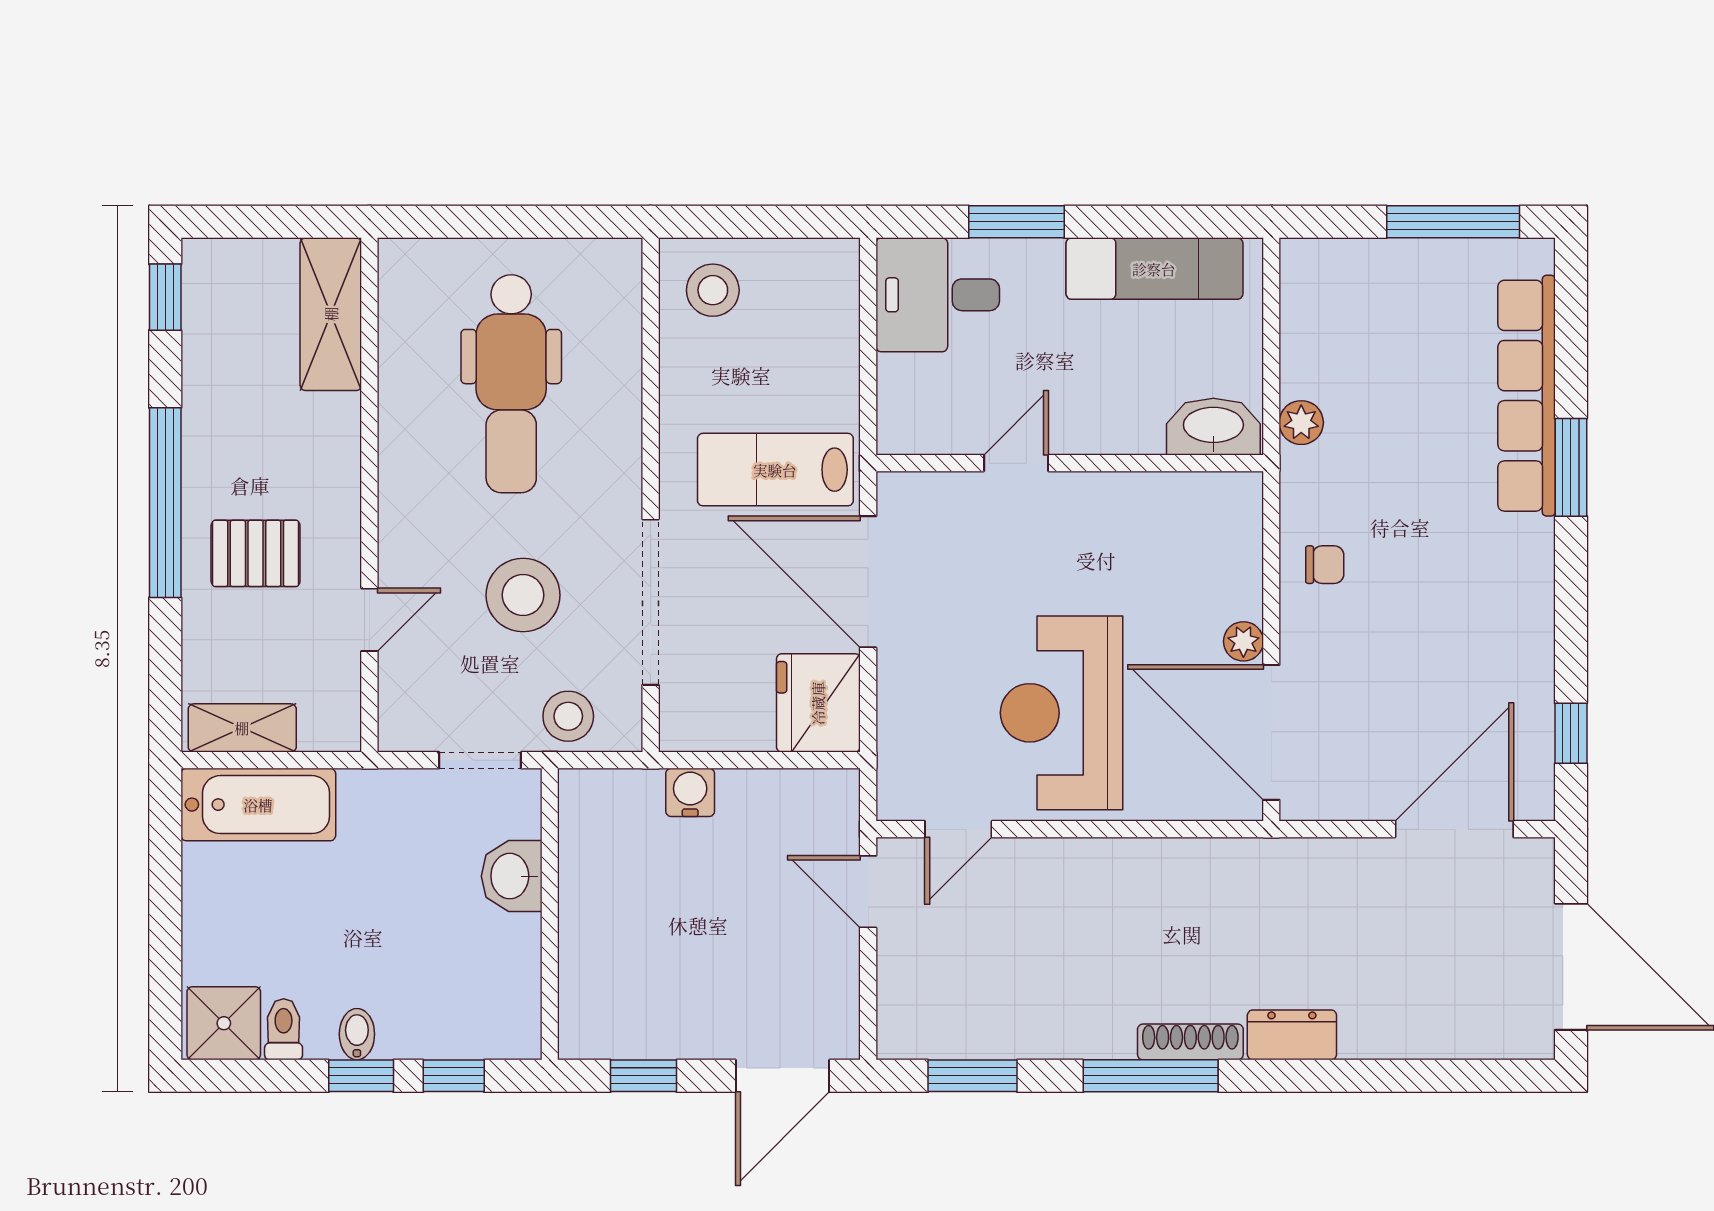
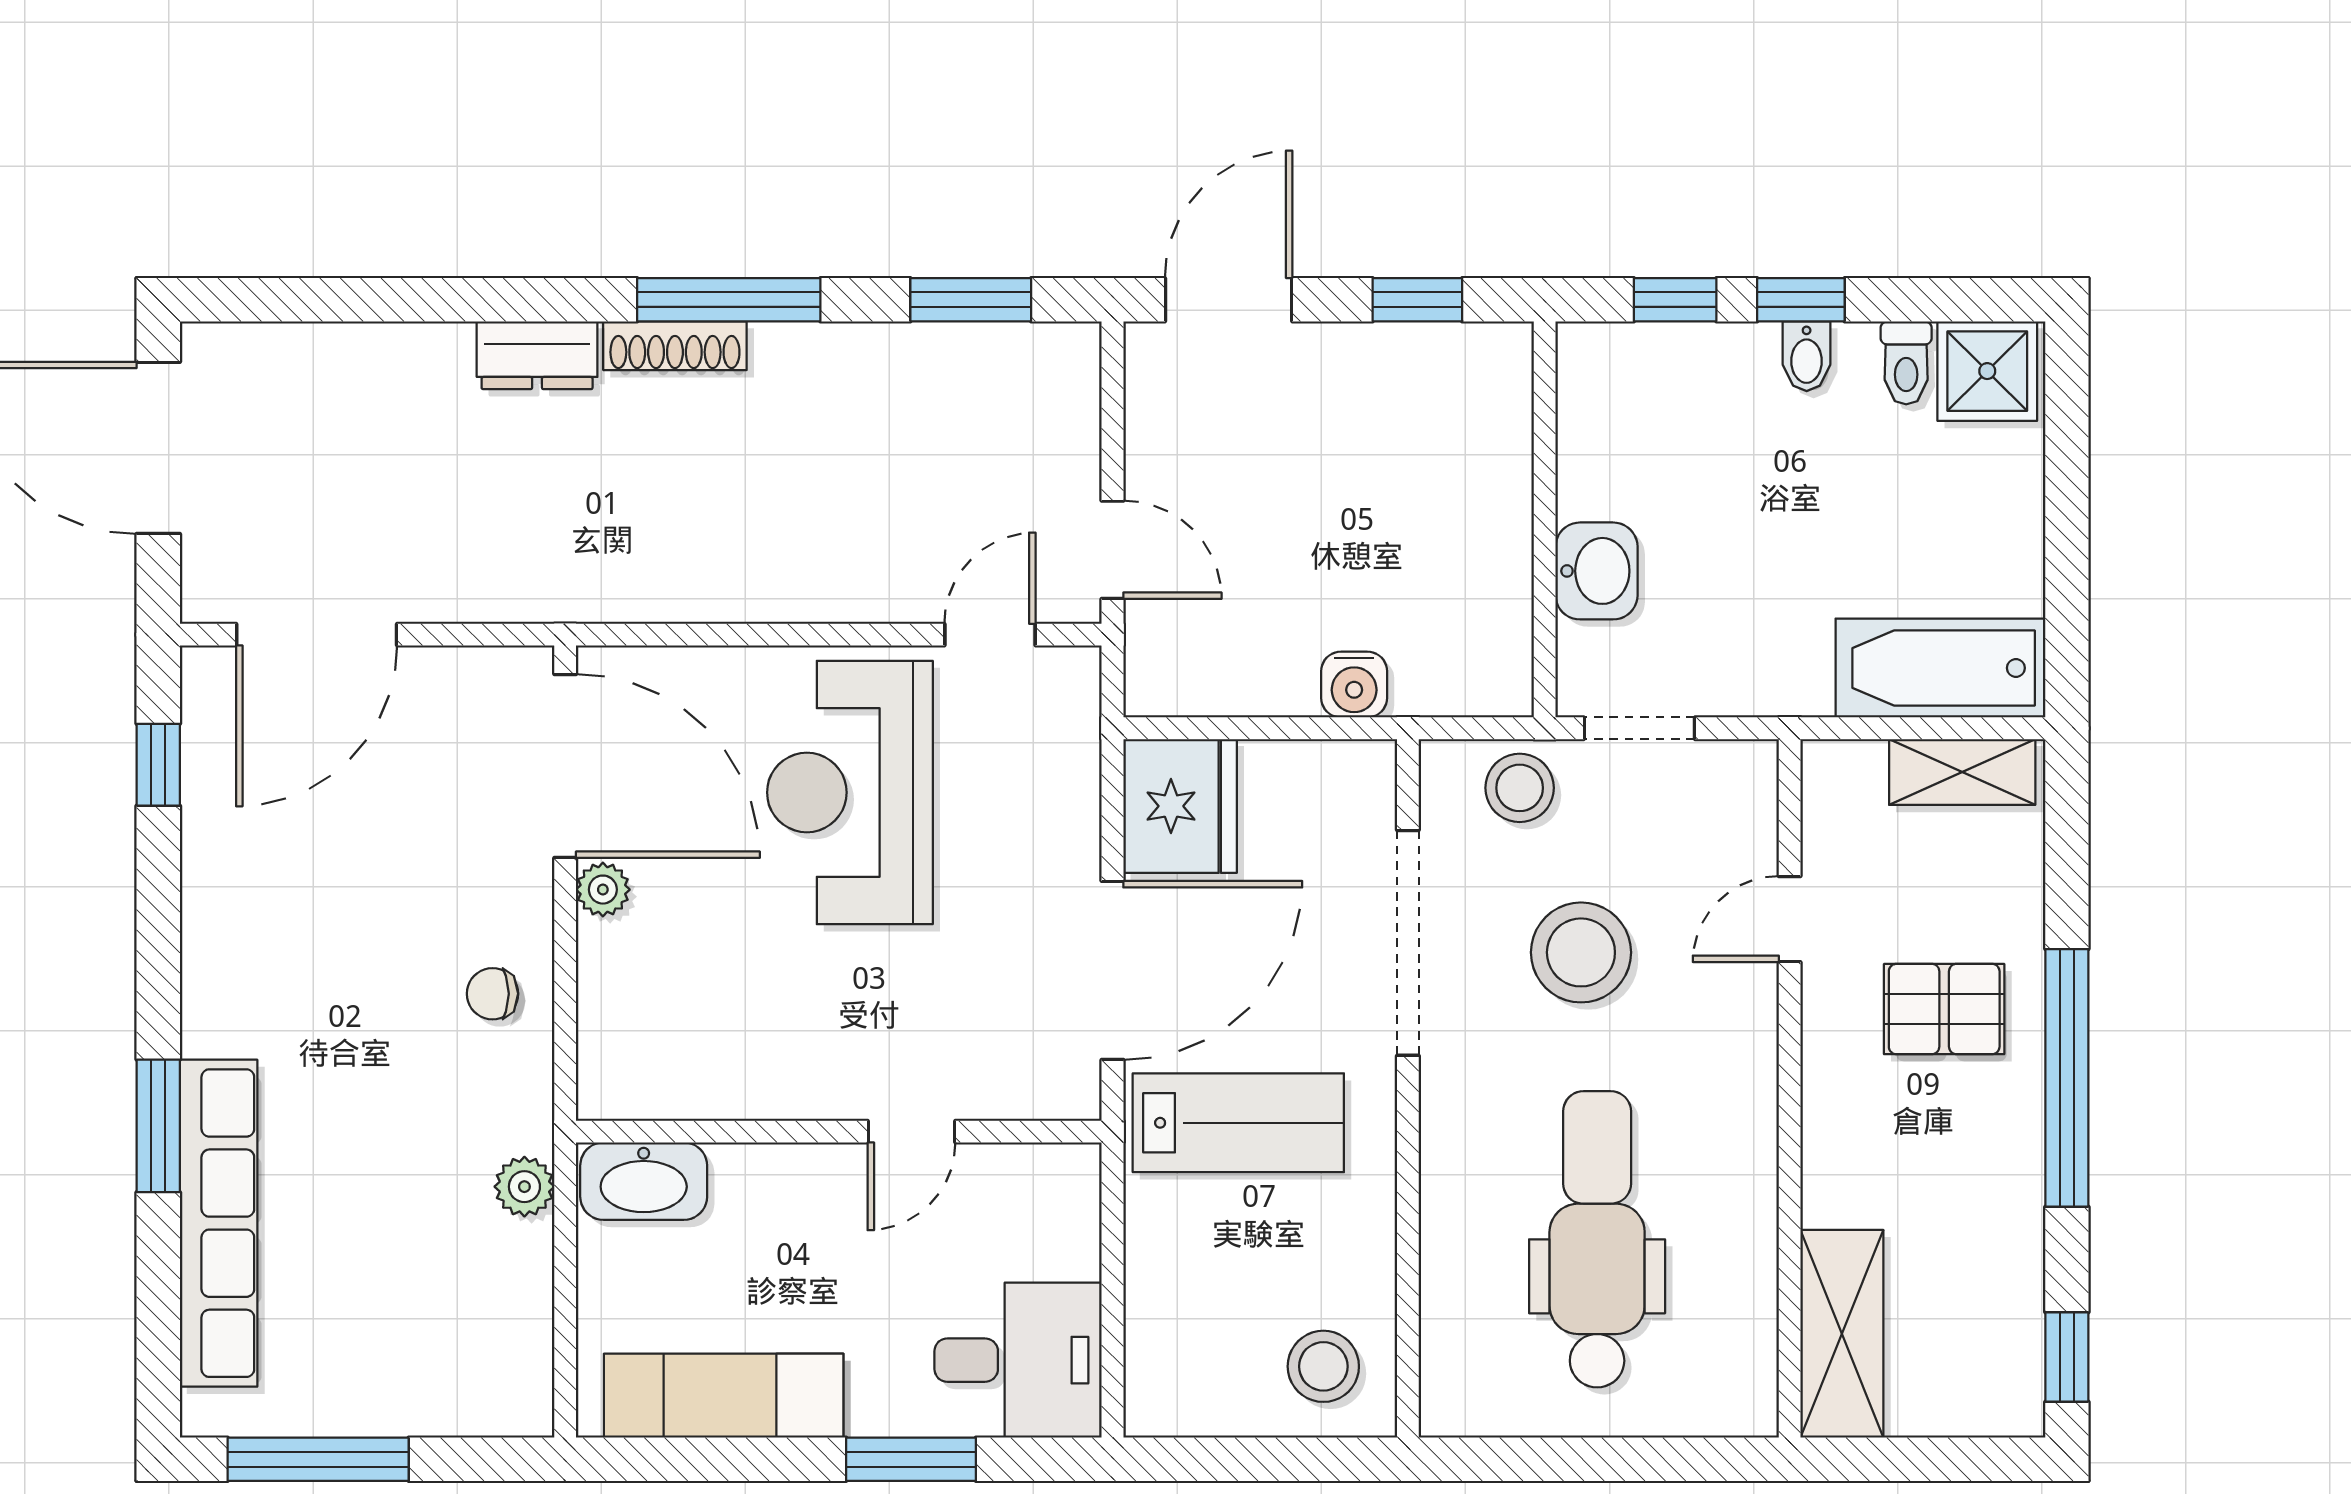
door: (868, 582) -> (1113, 970), hinge flipped
reception desk: (1061, 713) -> (850, 792), turned 180

